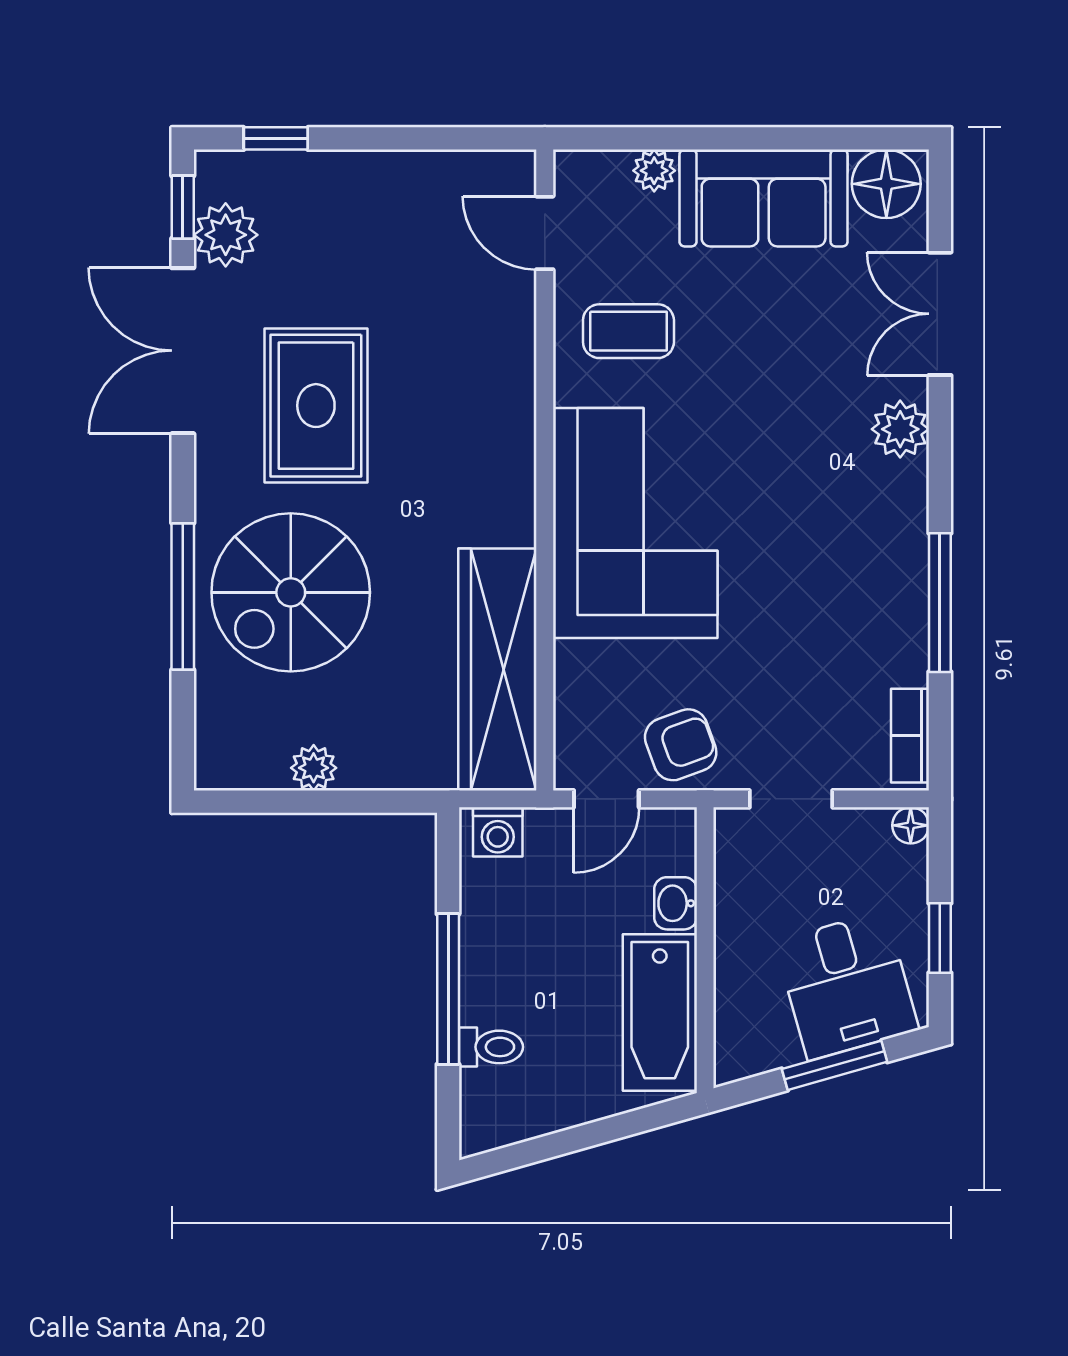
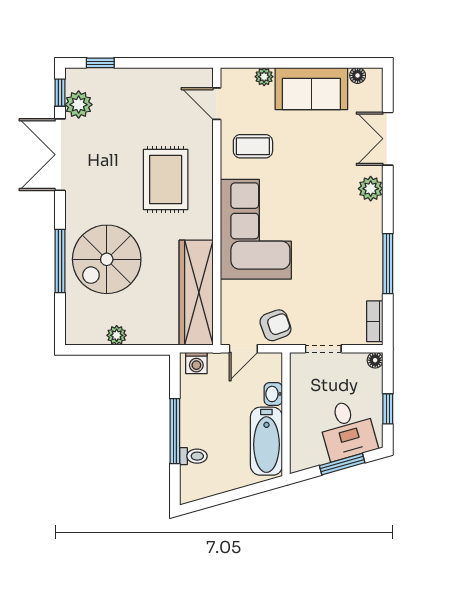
floor lamp: (886, 184) -> (358, 75), width x0.53, depth x0.53
rug: (316, 406) -> (166, 180), moved

